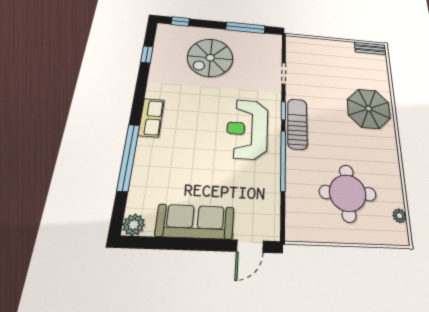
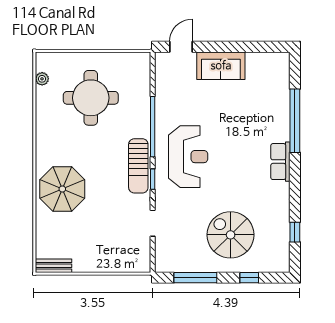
window: (180, 22) -> (249, 278), moved
spiral stairs: (210, 58) -> (231, 235), turned -90
sofa: (195, 222) -> (221, 66), width x0.73
plant: (134, 225) -> (281, 61), removed

